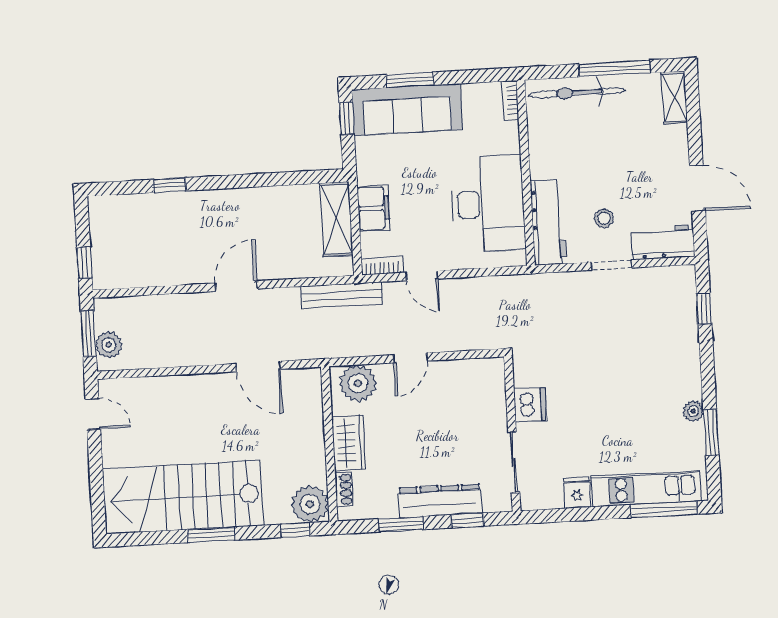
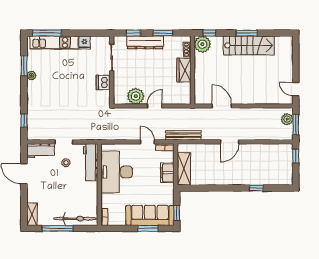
plant: (358, 383) -> (136, 96), moved
stairs: (183, 497) -> (249, 45), width x0.73, depth x0.66

